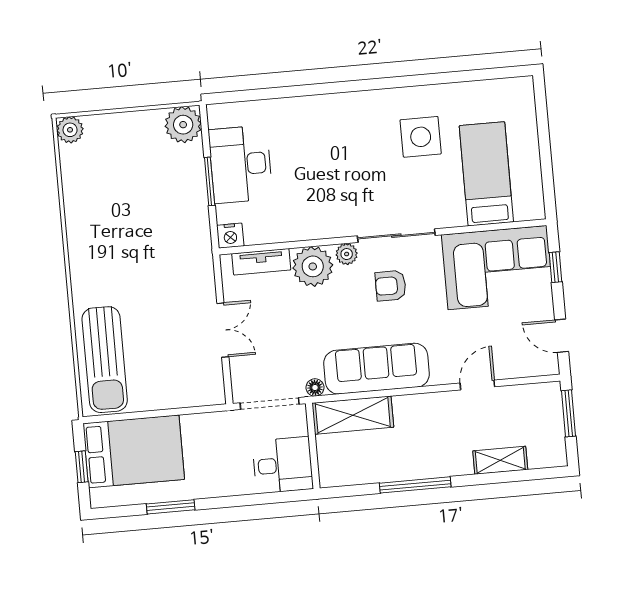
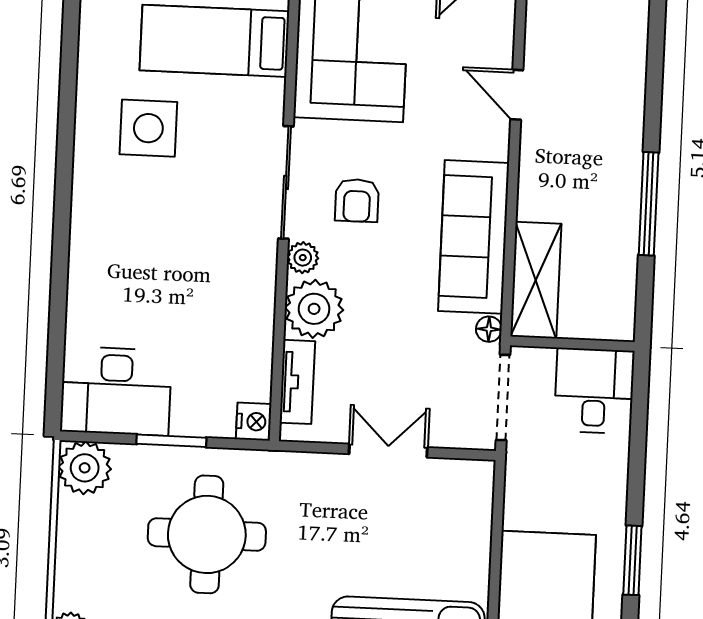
desk: (241, 164) -> (116, 391), moved
round table: (149, 214) -> (207, 534), added
shelving: (500, 460) -> (630, 76), removed

